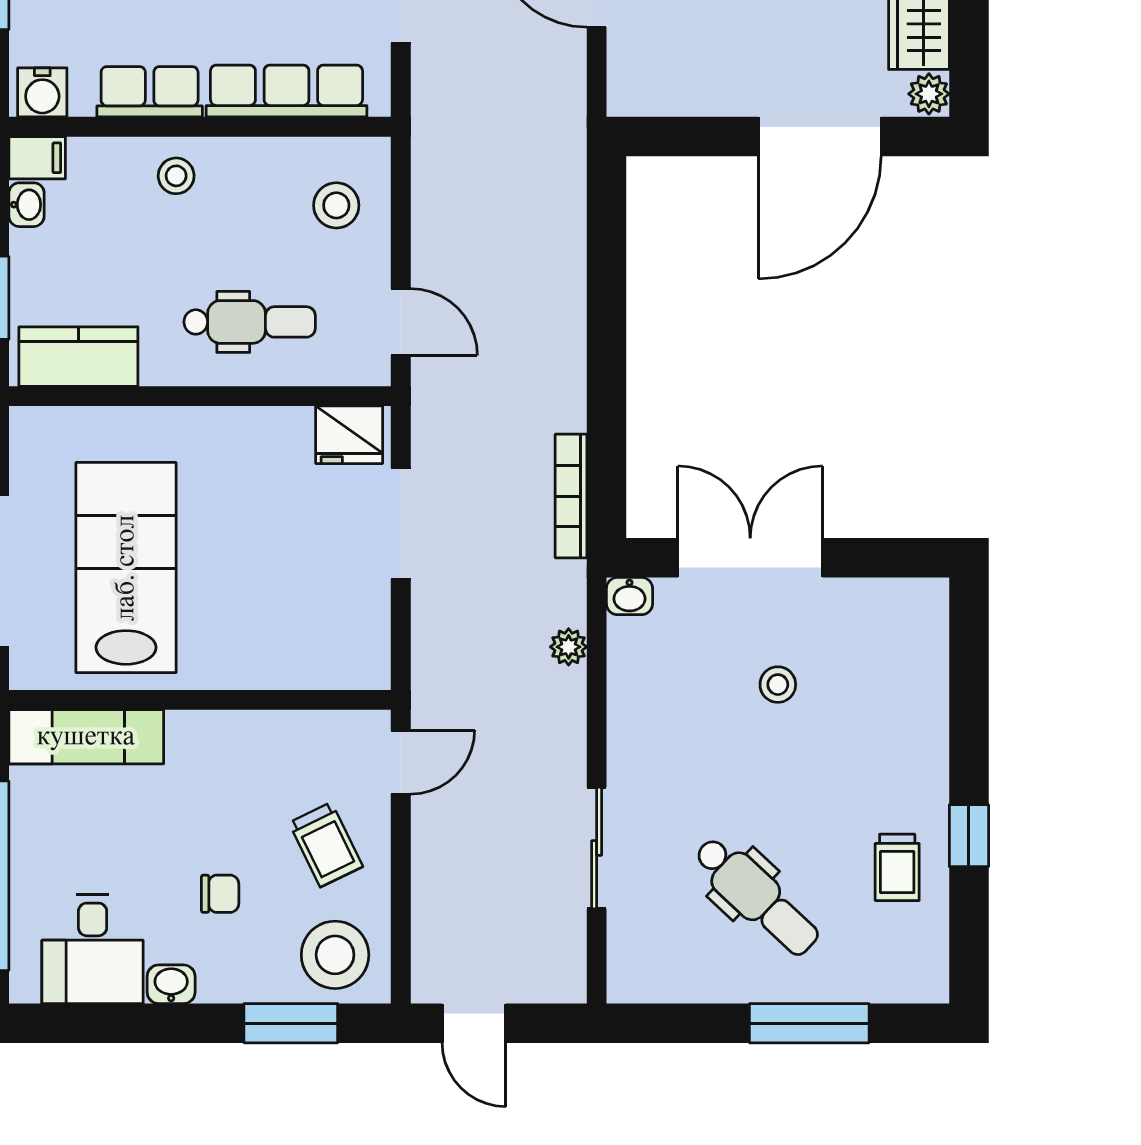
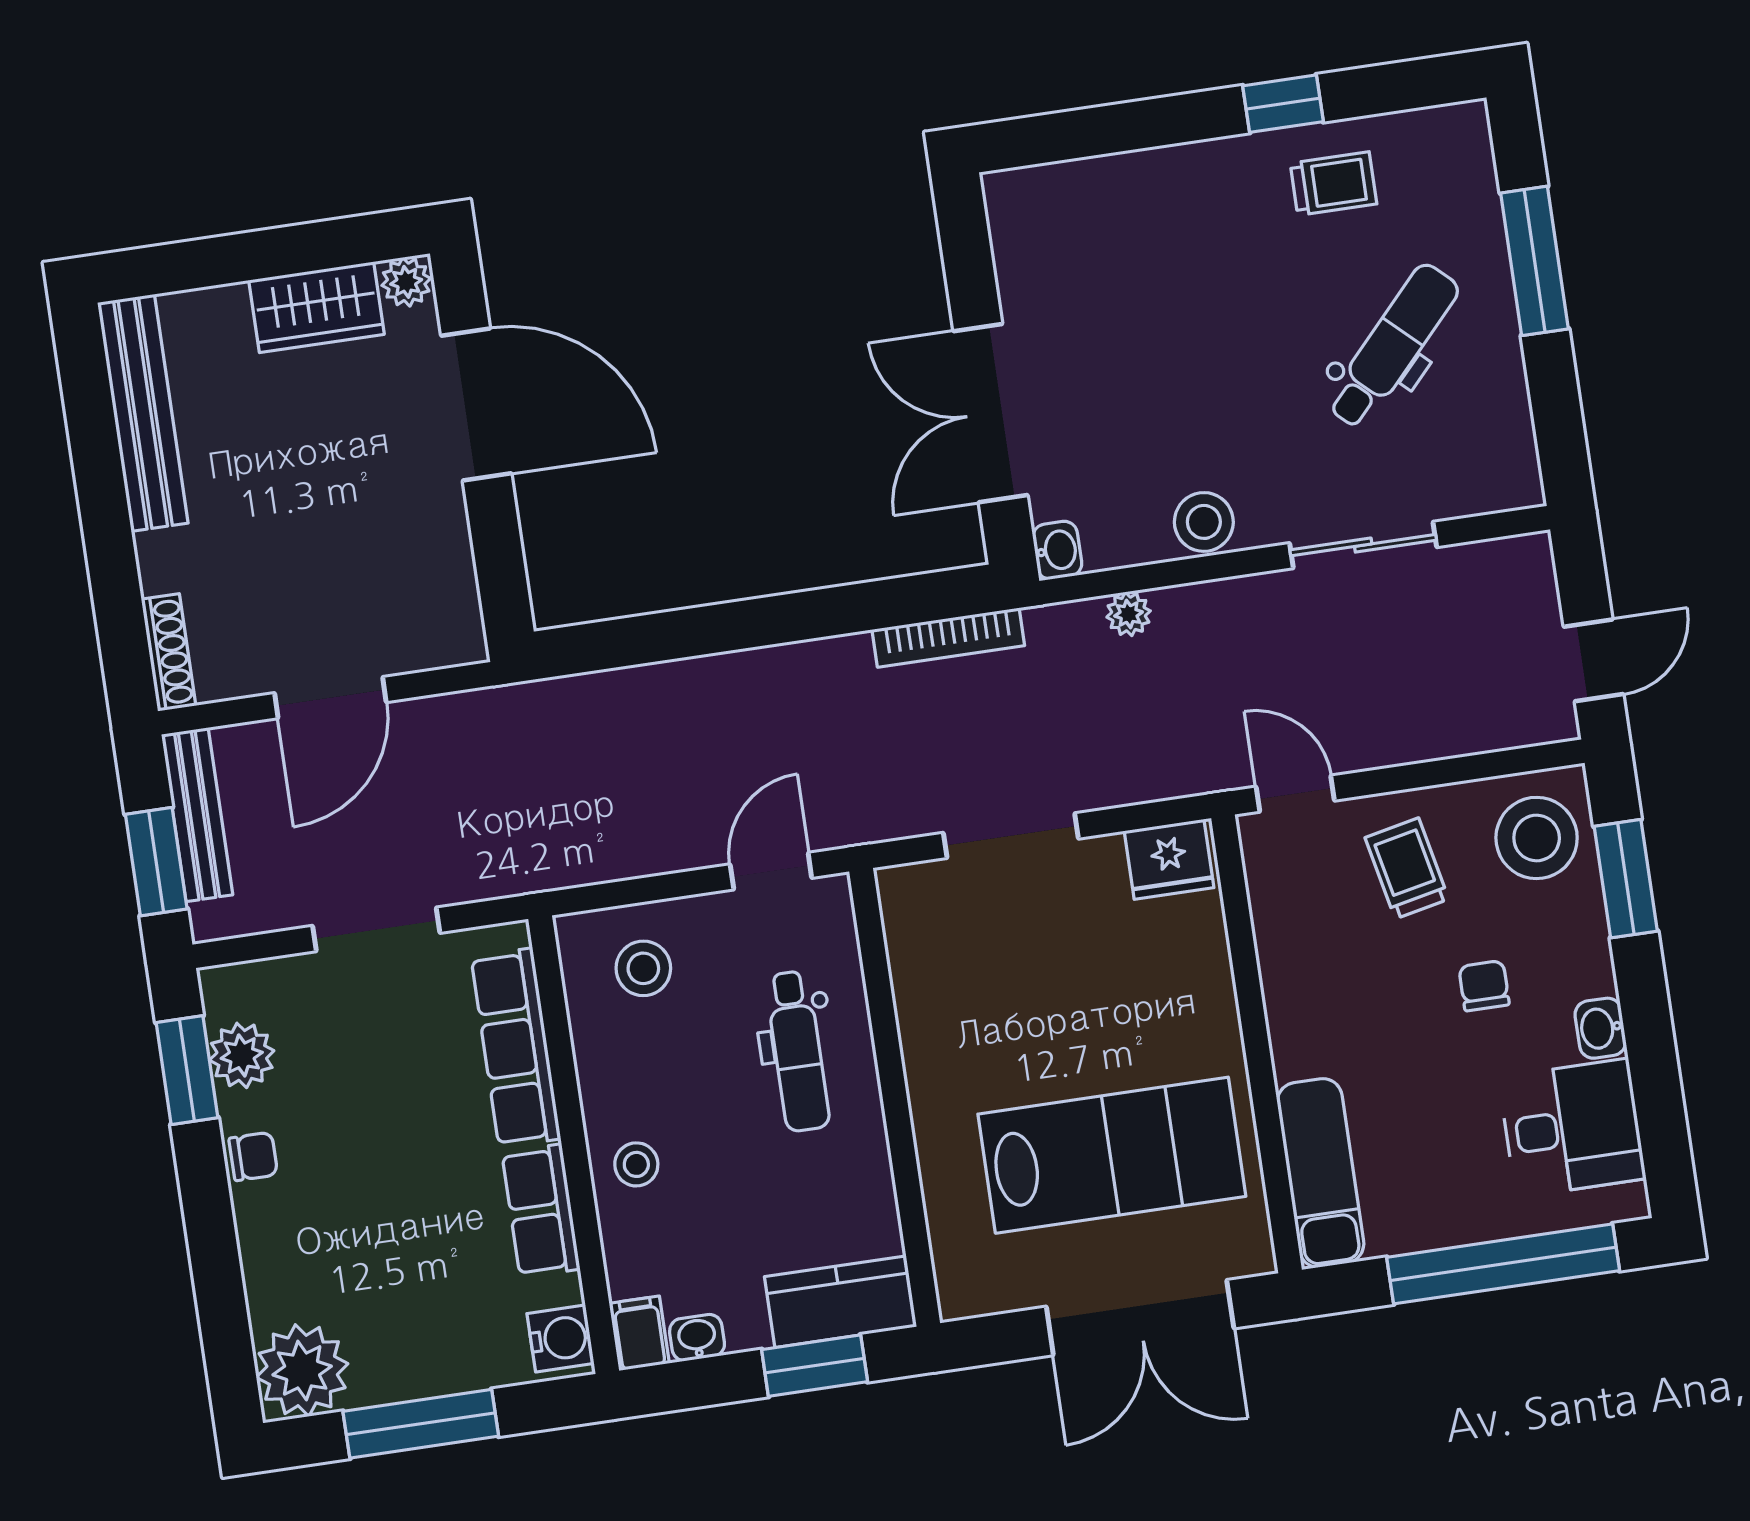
dental chair: (250, 322) -> (797, 1051), turned 180
kitchen counter: (78, 357) -> (840, 1302), moved, turned 90
fridge: (349, 435) -> (1169, 859), moved, turned 90
lab bench: (126, 568) -> (1112, 1155), turned 180
stool: (778, 685) -> (1204, 522), moved, width x1.37, depth x1.37
trolley: (326, 845) -> (1407, 868), turned -76

